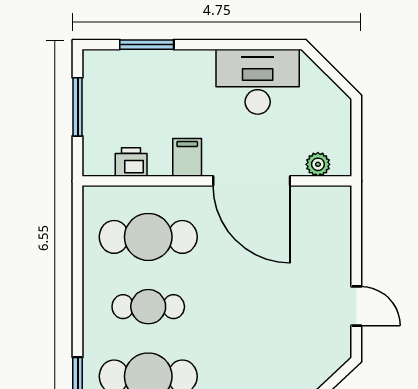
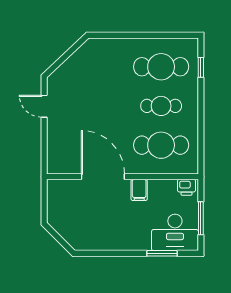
desk: (258, 82) -> (175, 232), moved
printer: (131, 162) -> (187, 187), moved
plant: (318, 164) -> (66, 186), removed

